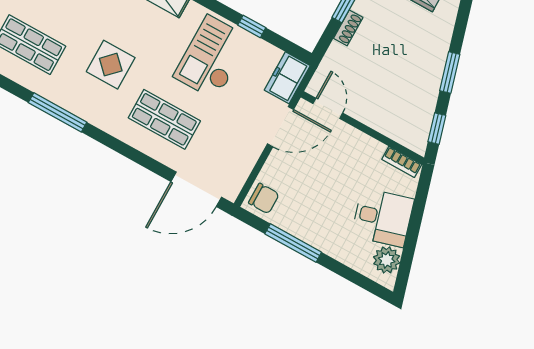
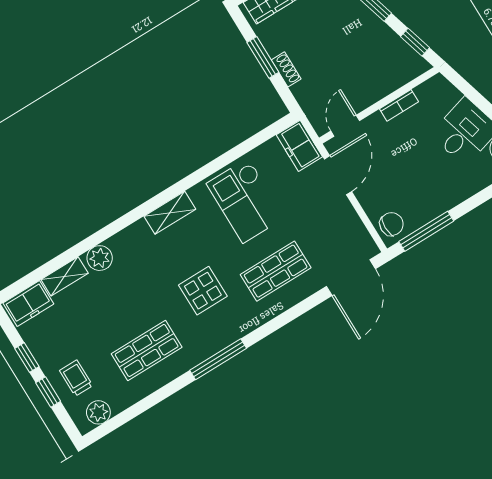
window: (252, 26) -> (238, 151), removed
door: (328, 108) -> (345, 126), hinge flipped
bookcase: (402, 162) -> (399, 105), moved
window: (293, 243) -> (426, 231), moved

